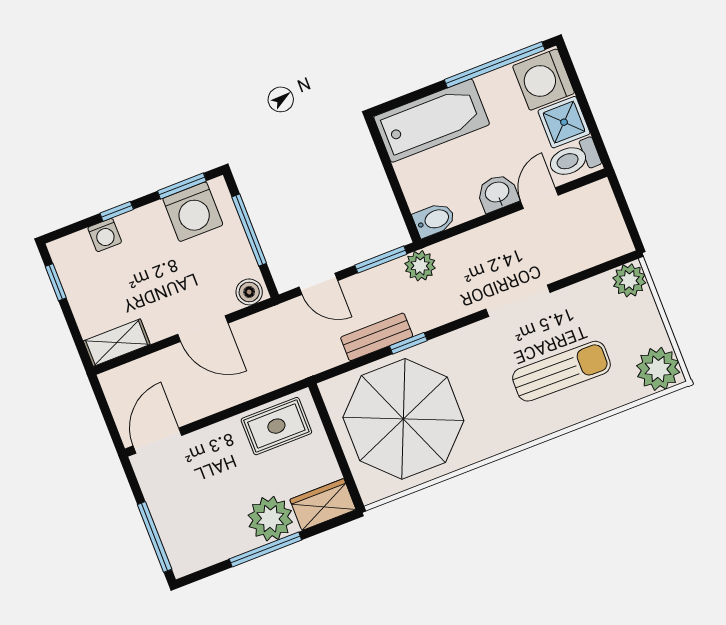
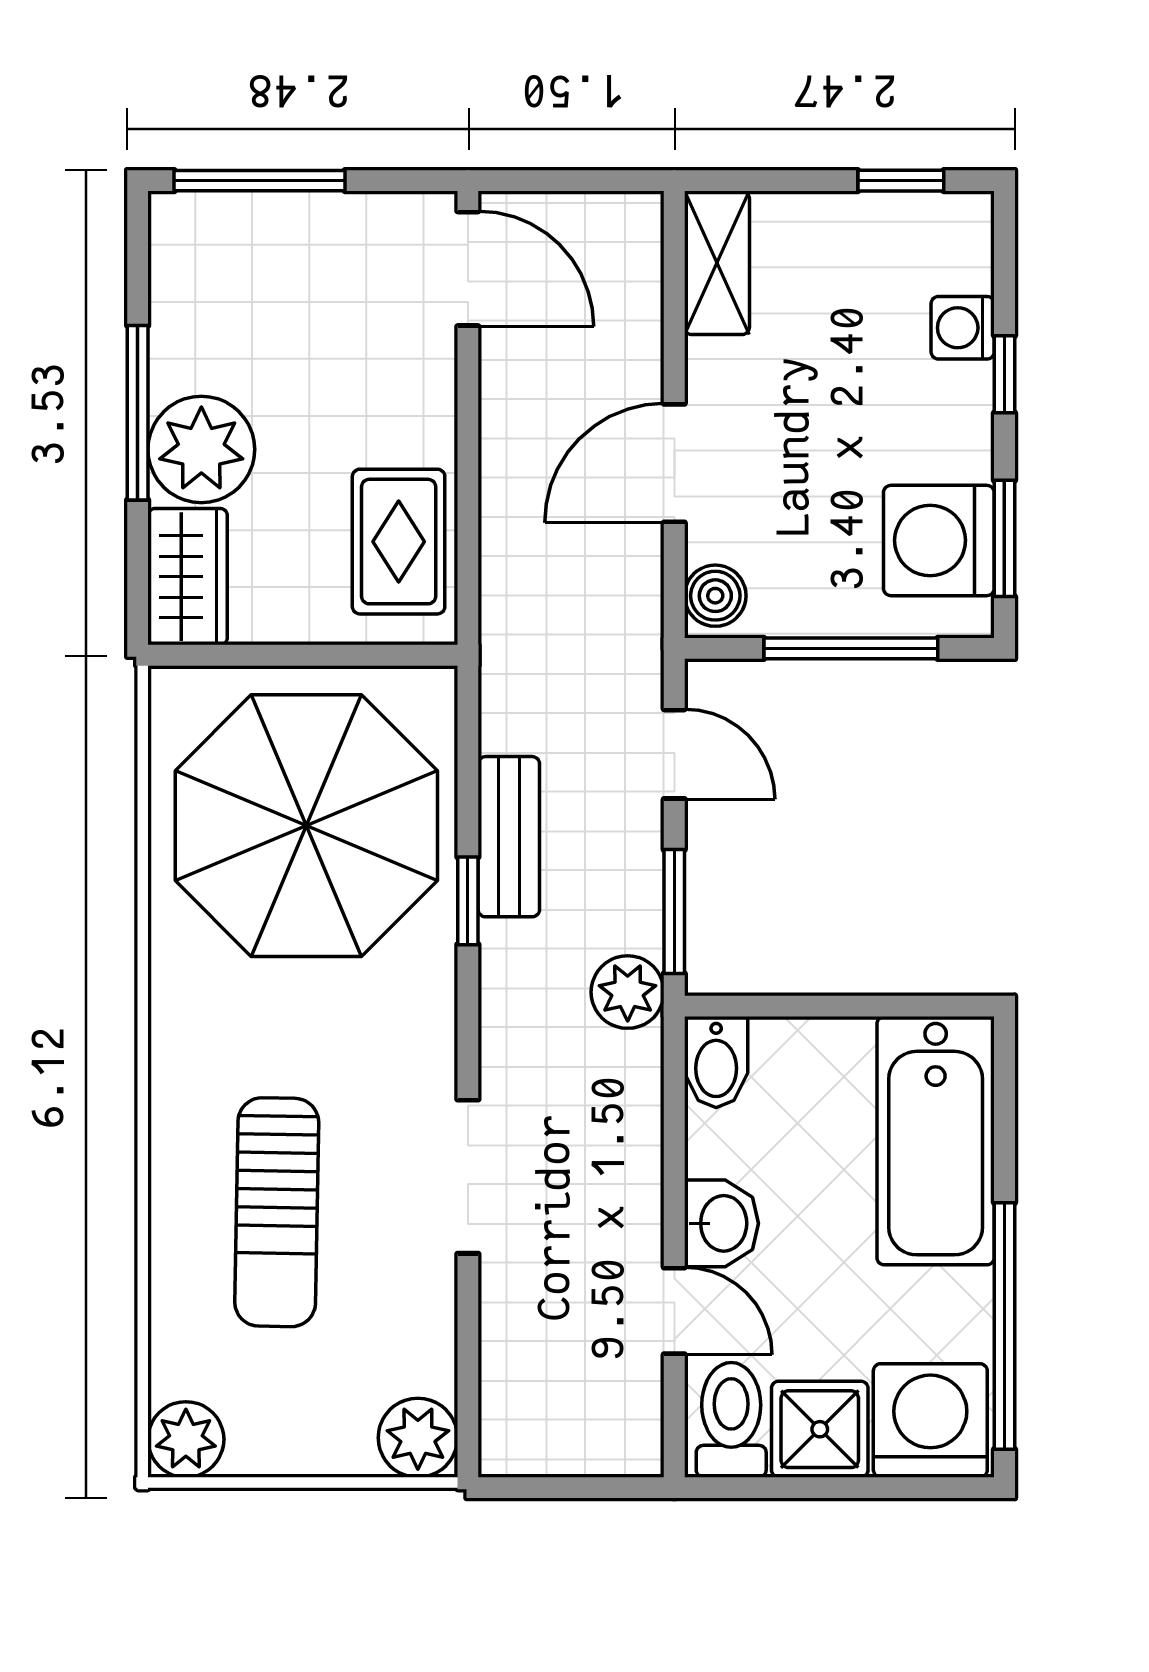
door: (318, 284) -> (674, 754), swing flipped
plant: (658, 369) -> (186, 1439), width x0.73, depth x0.73

